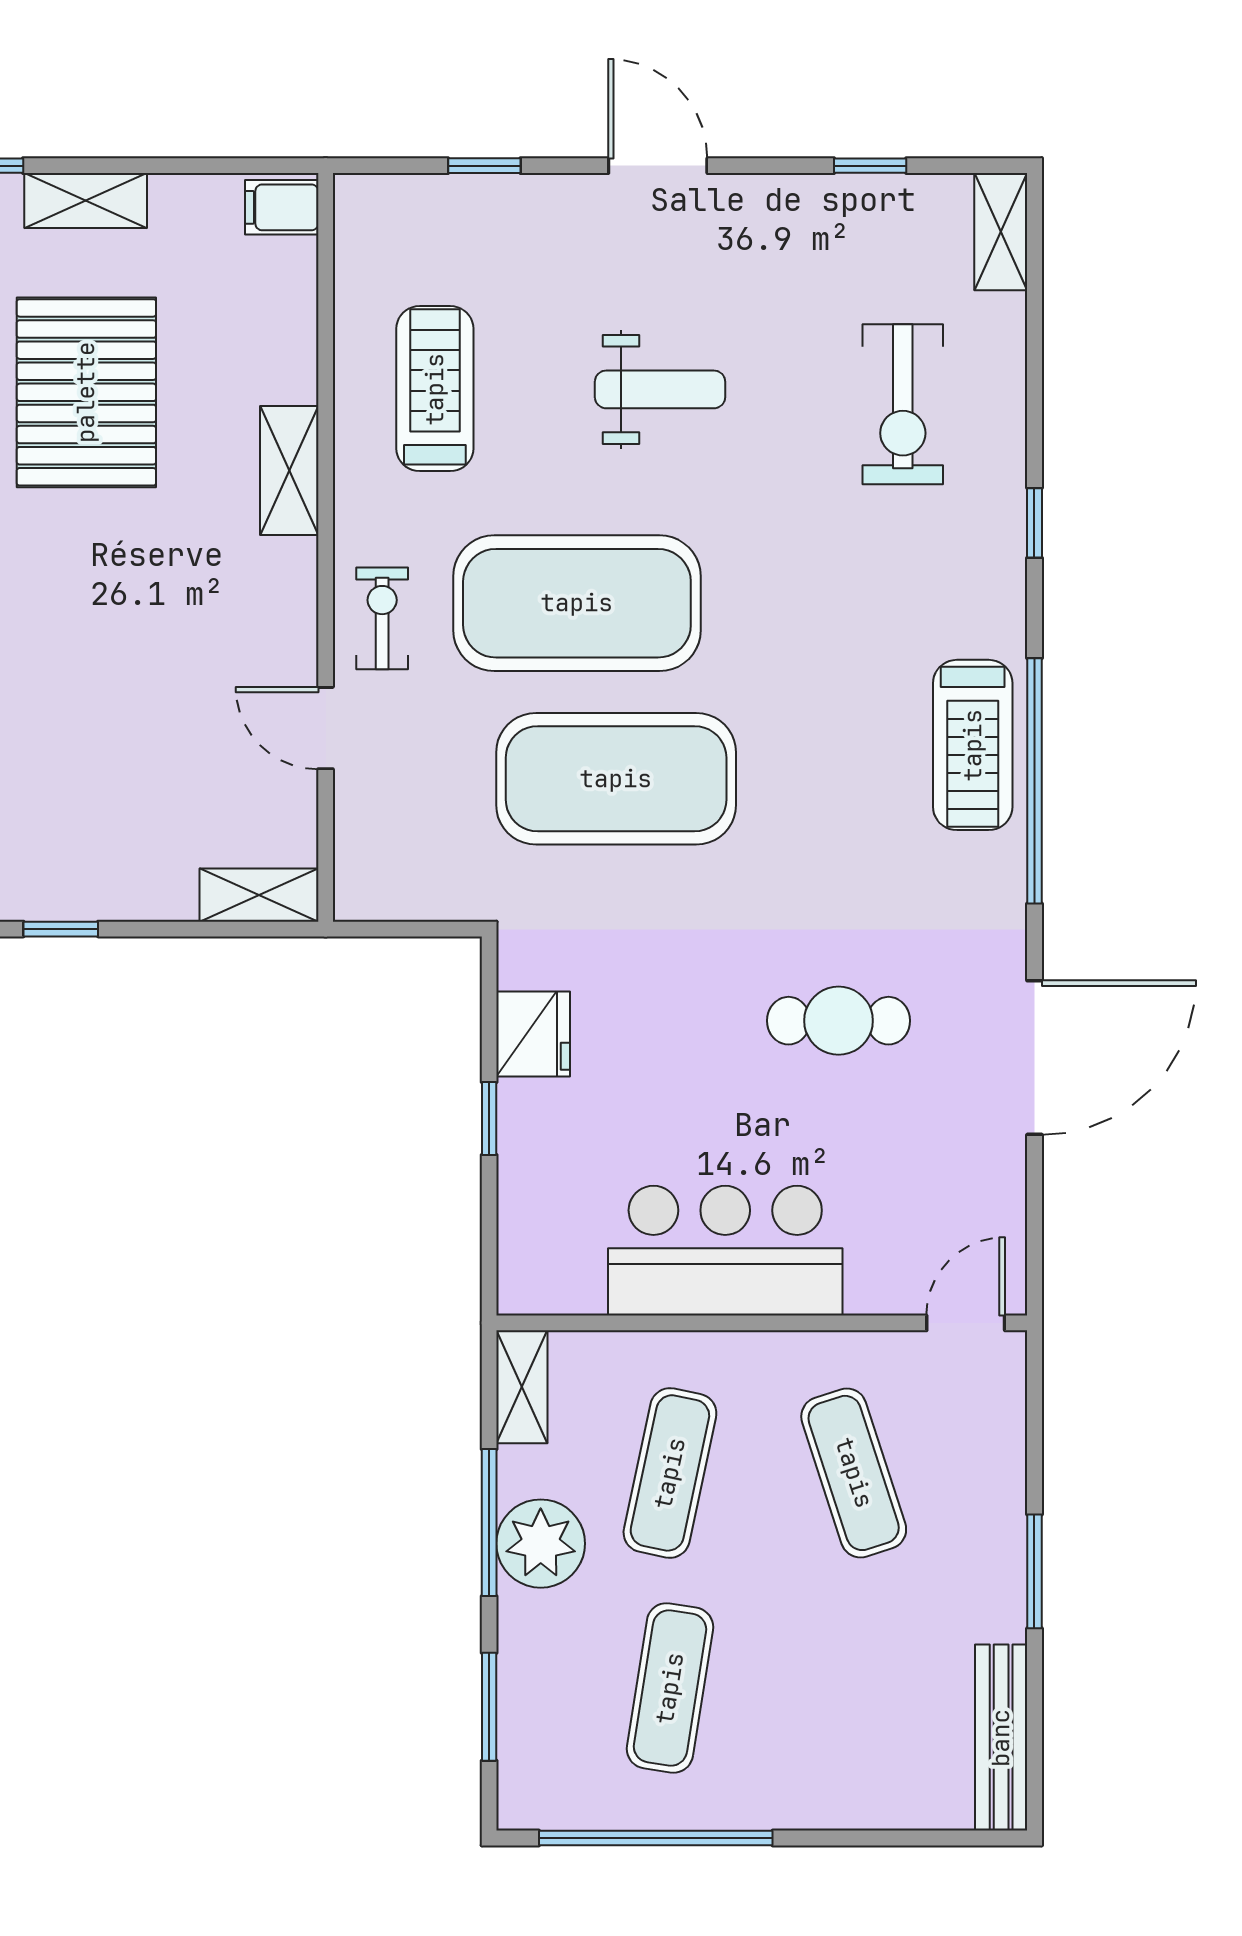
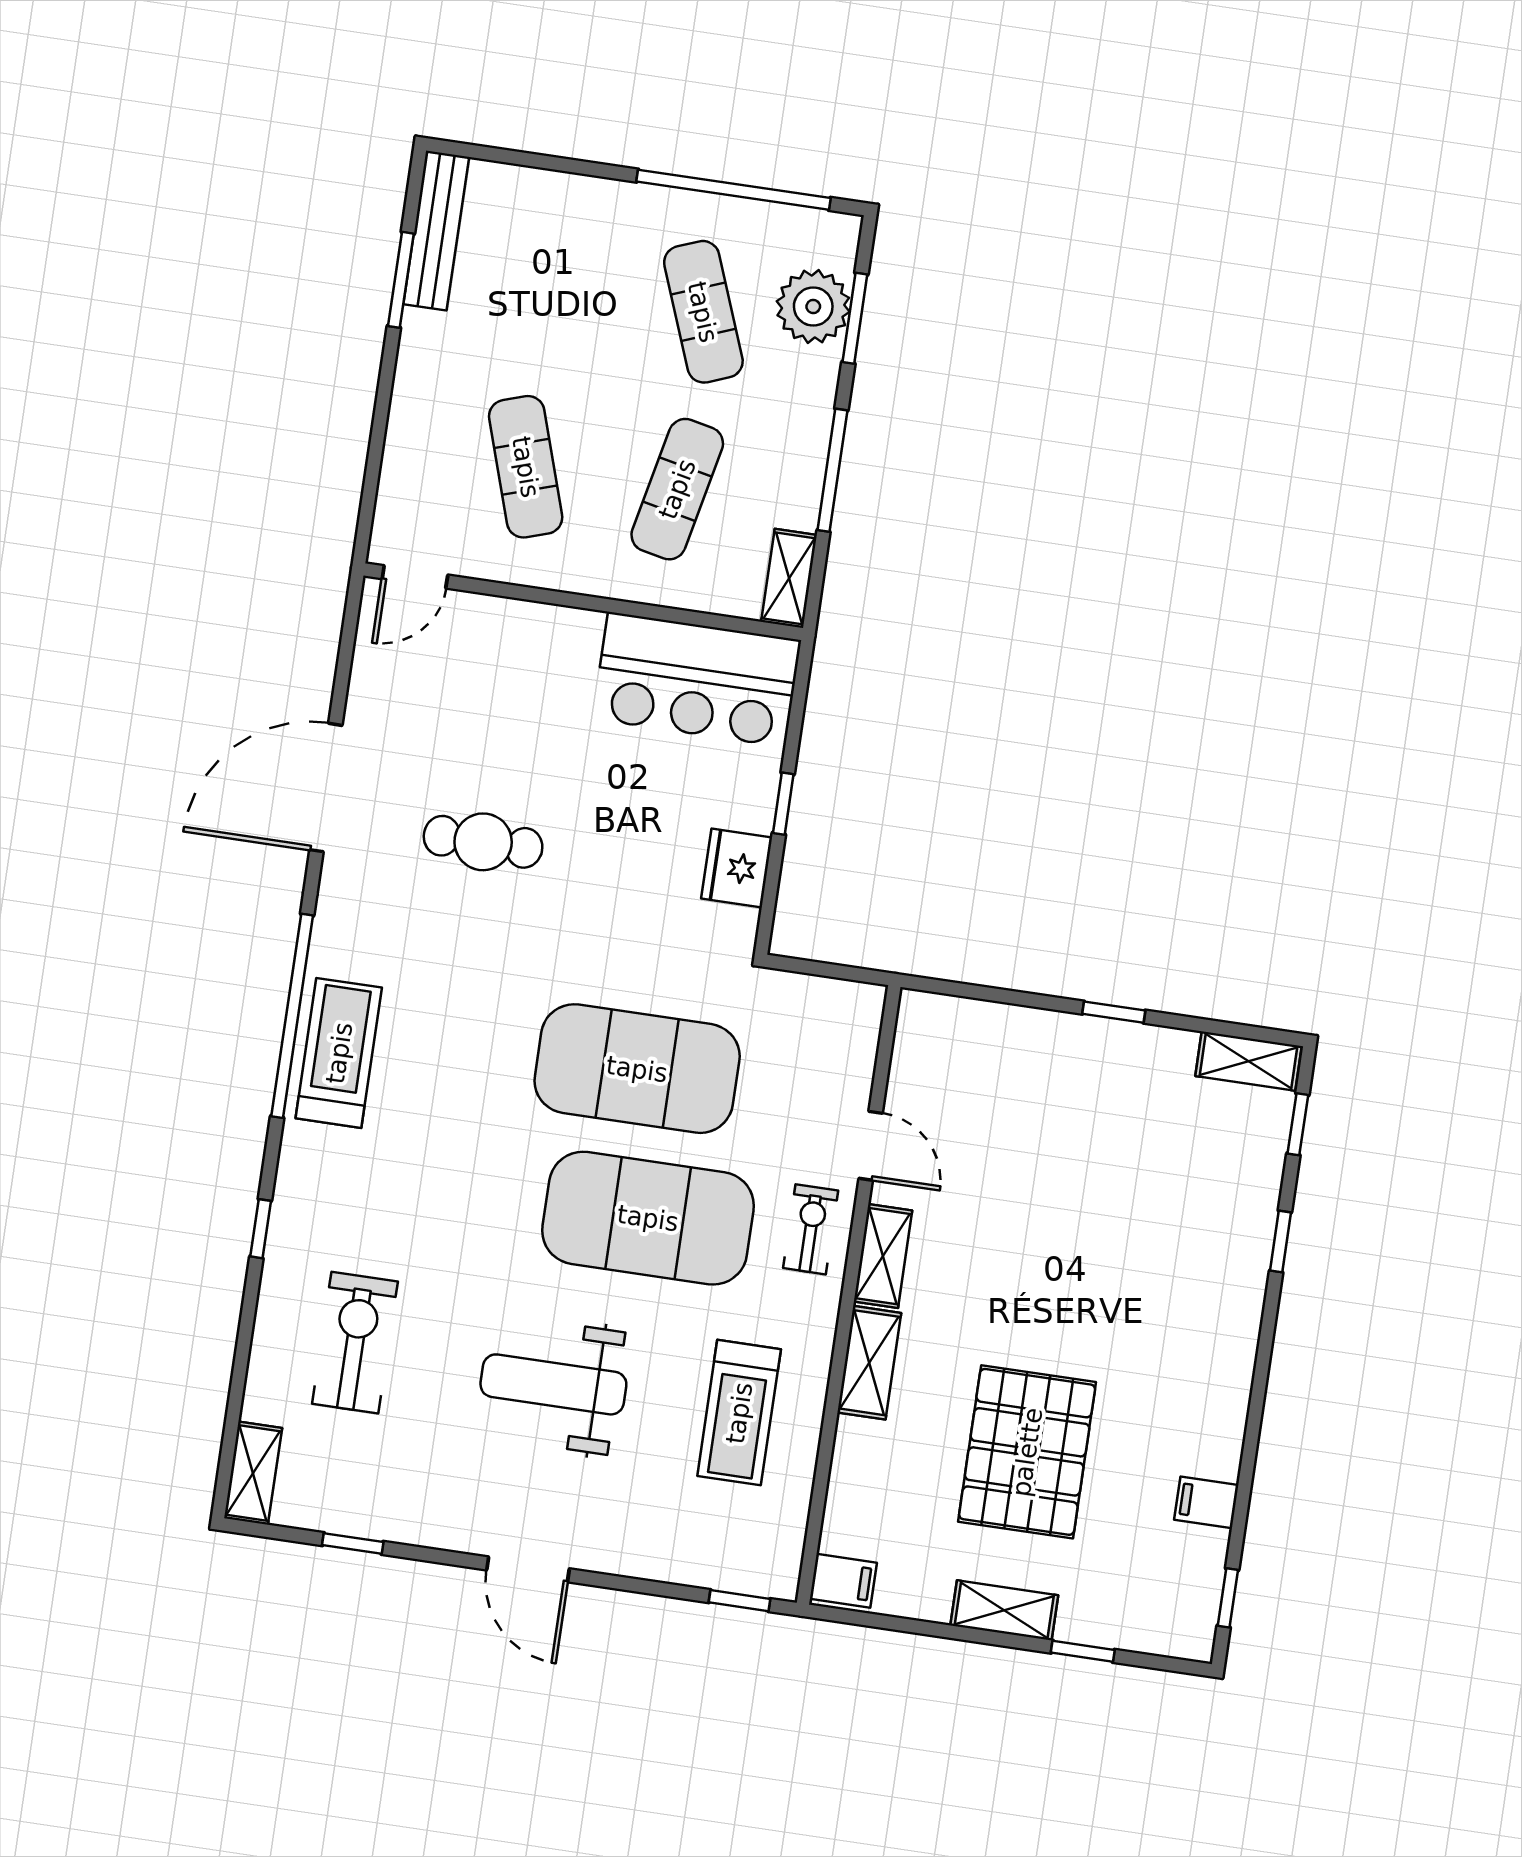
window: (484, 166) -> (740, 1601), moved
weight bench: (660, 389) -> (553, 1384), width x1.36, depth x1.33
exercise bike: (382, 618) -> (811, 1229), turned 180
shelving: (259, 895) -> (883, 1256), moved, turned 90
bar counter: (725, 1251) -> (697, 680), moved
plant: (541, 1544) -> (813, 307), moved
window: (1034, 1571) -> (401, 280), moved
exercise mat: (670, 1688) -> (703, 312), turned -30

